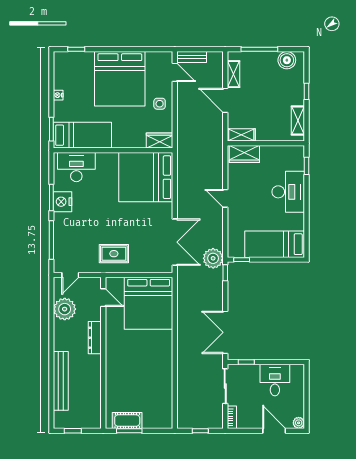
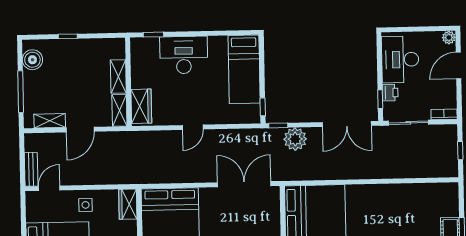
shelving: (298, 120) -> (118, 76), moved, turned 90
plant: (213, 258) -> (295, 139), moved
printer: (252, 371) -> (390, 93), added
desk: (275, 380) -> (400, 59), width x1.37

